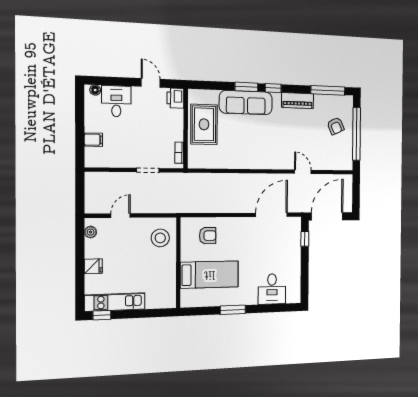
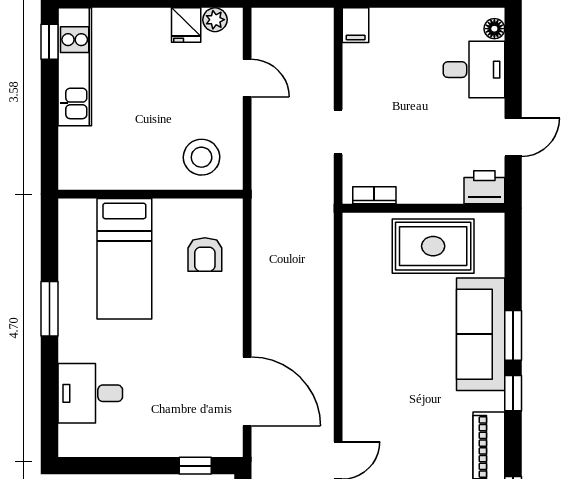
filing cabinet: (93, 140) -> (356, 25), moved
fridge: (93, 266) -> (186, 25), moved

